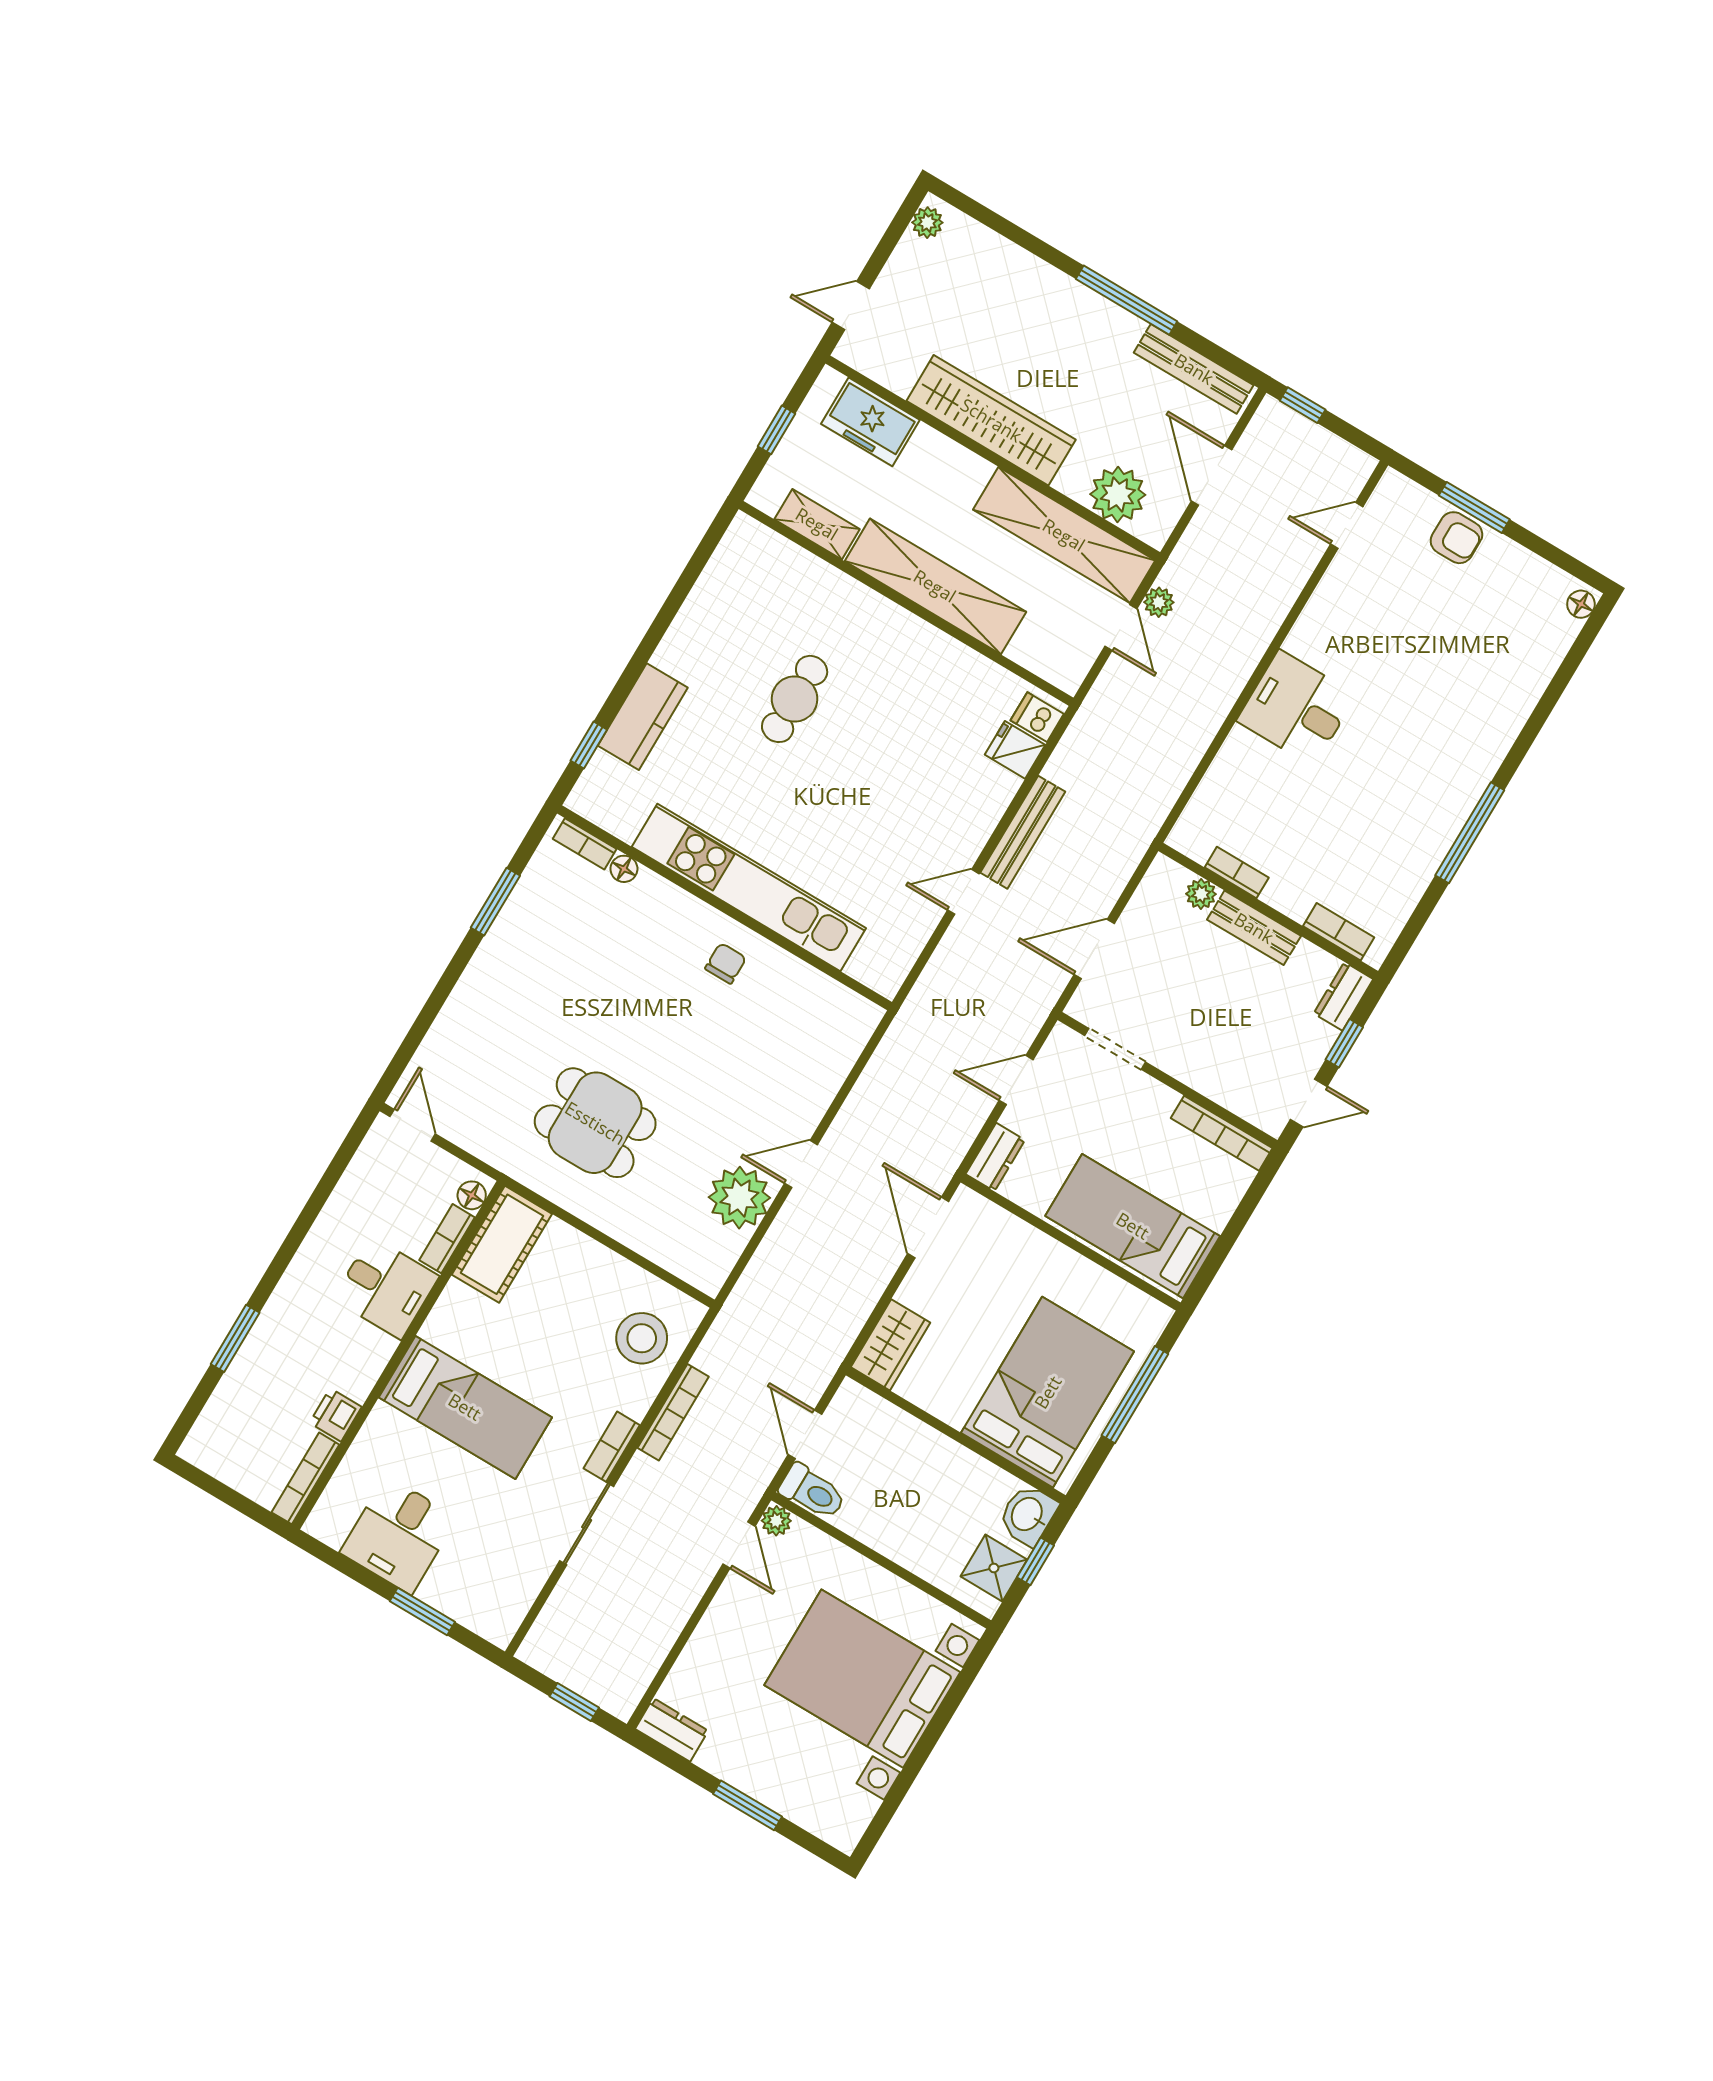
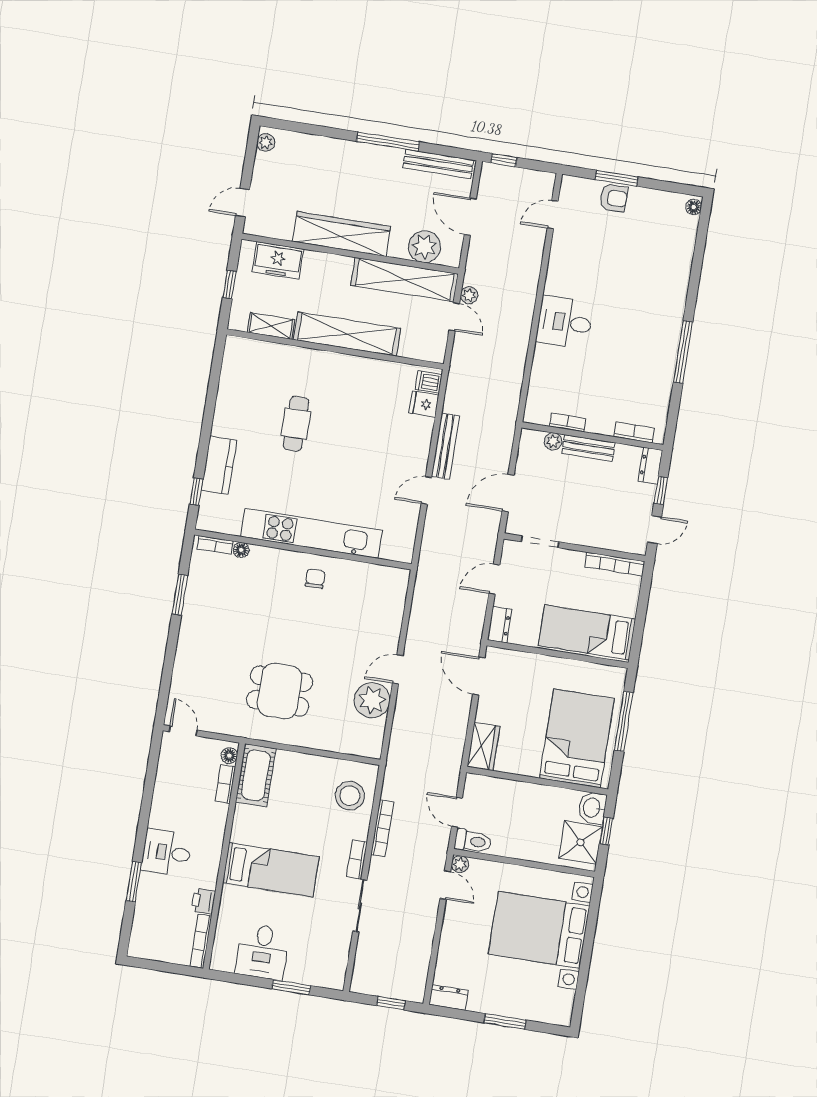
desk: (386, 1288) -> (166, 853), moved, turned 180
shower: (994, 1568) -> (581, 842), width x1.36, depth x1.36

